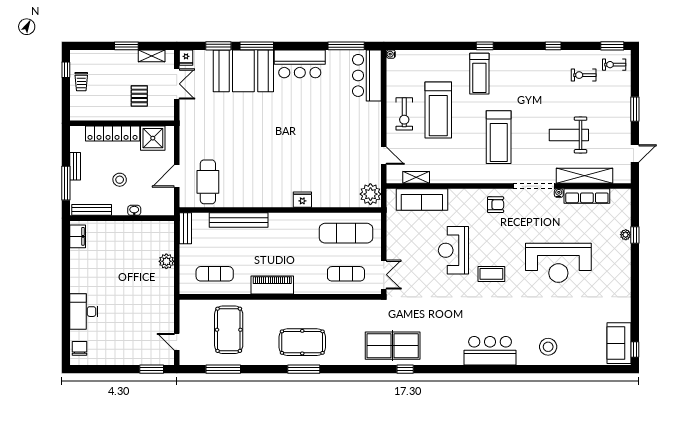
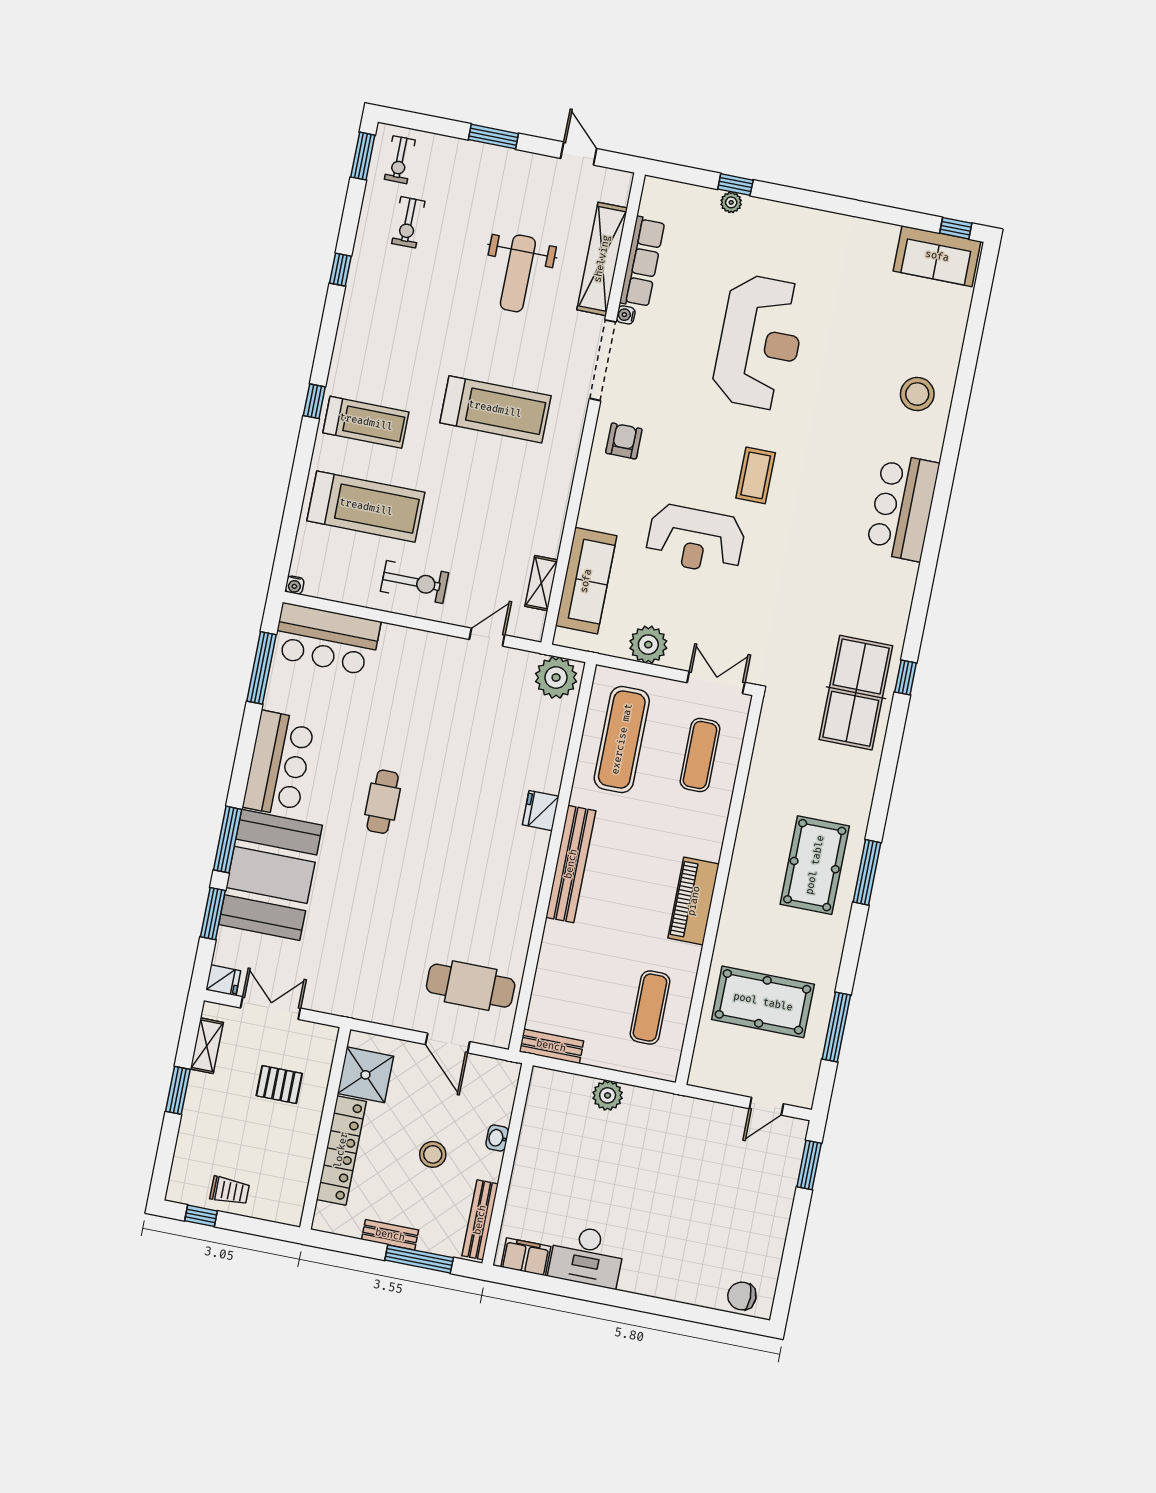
treadmill: (438, 110) -> (366, 507), moved
cafe table: (291, 120) -> (383, 802), added
bench: (239, 220) -> (571, 864), moved
plant: (396, 237) -> (648, 645), added
desk: (84, 312) -> (587, 1256), moved

